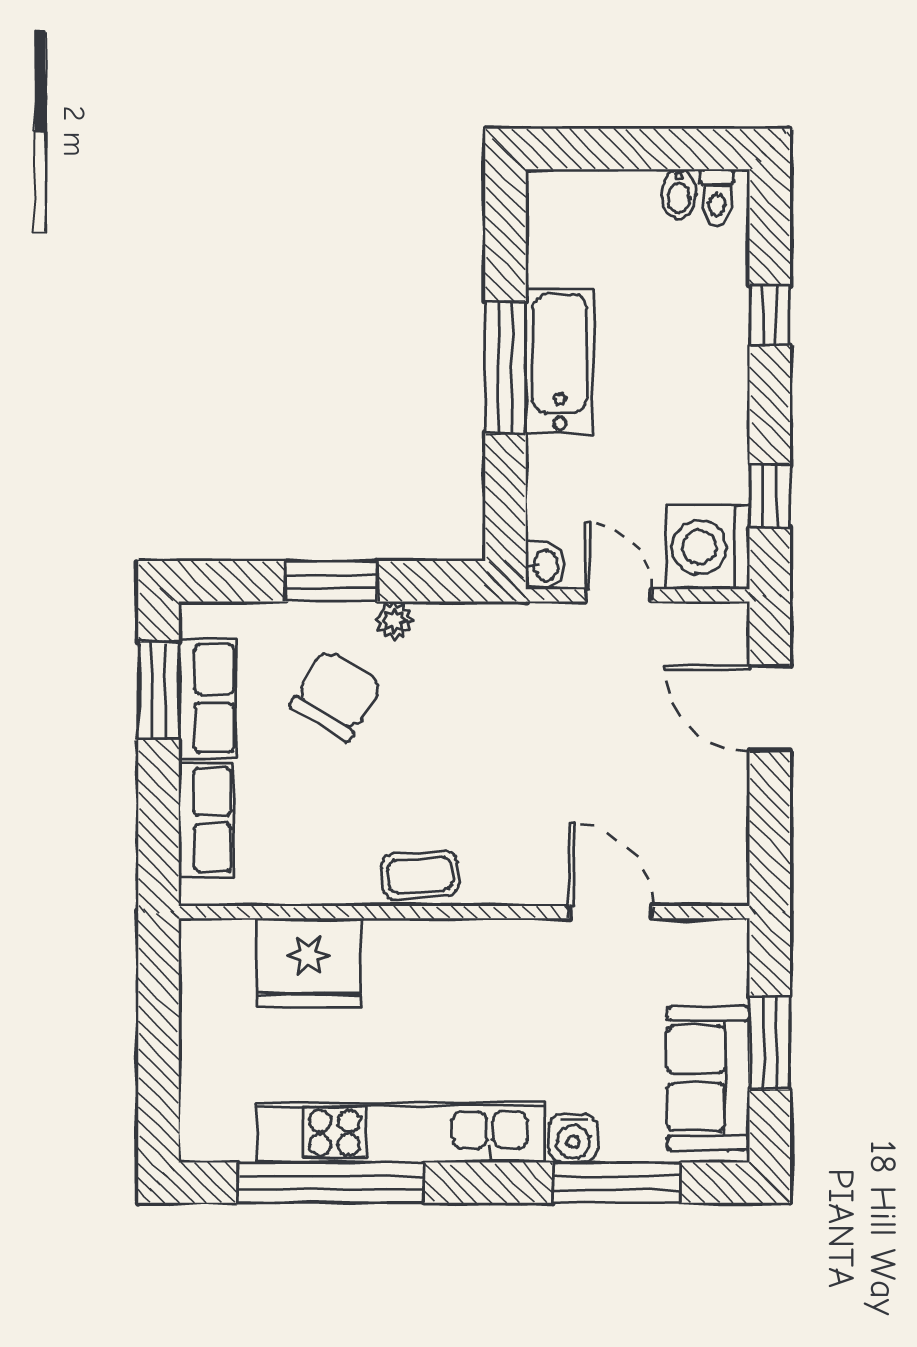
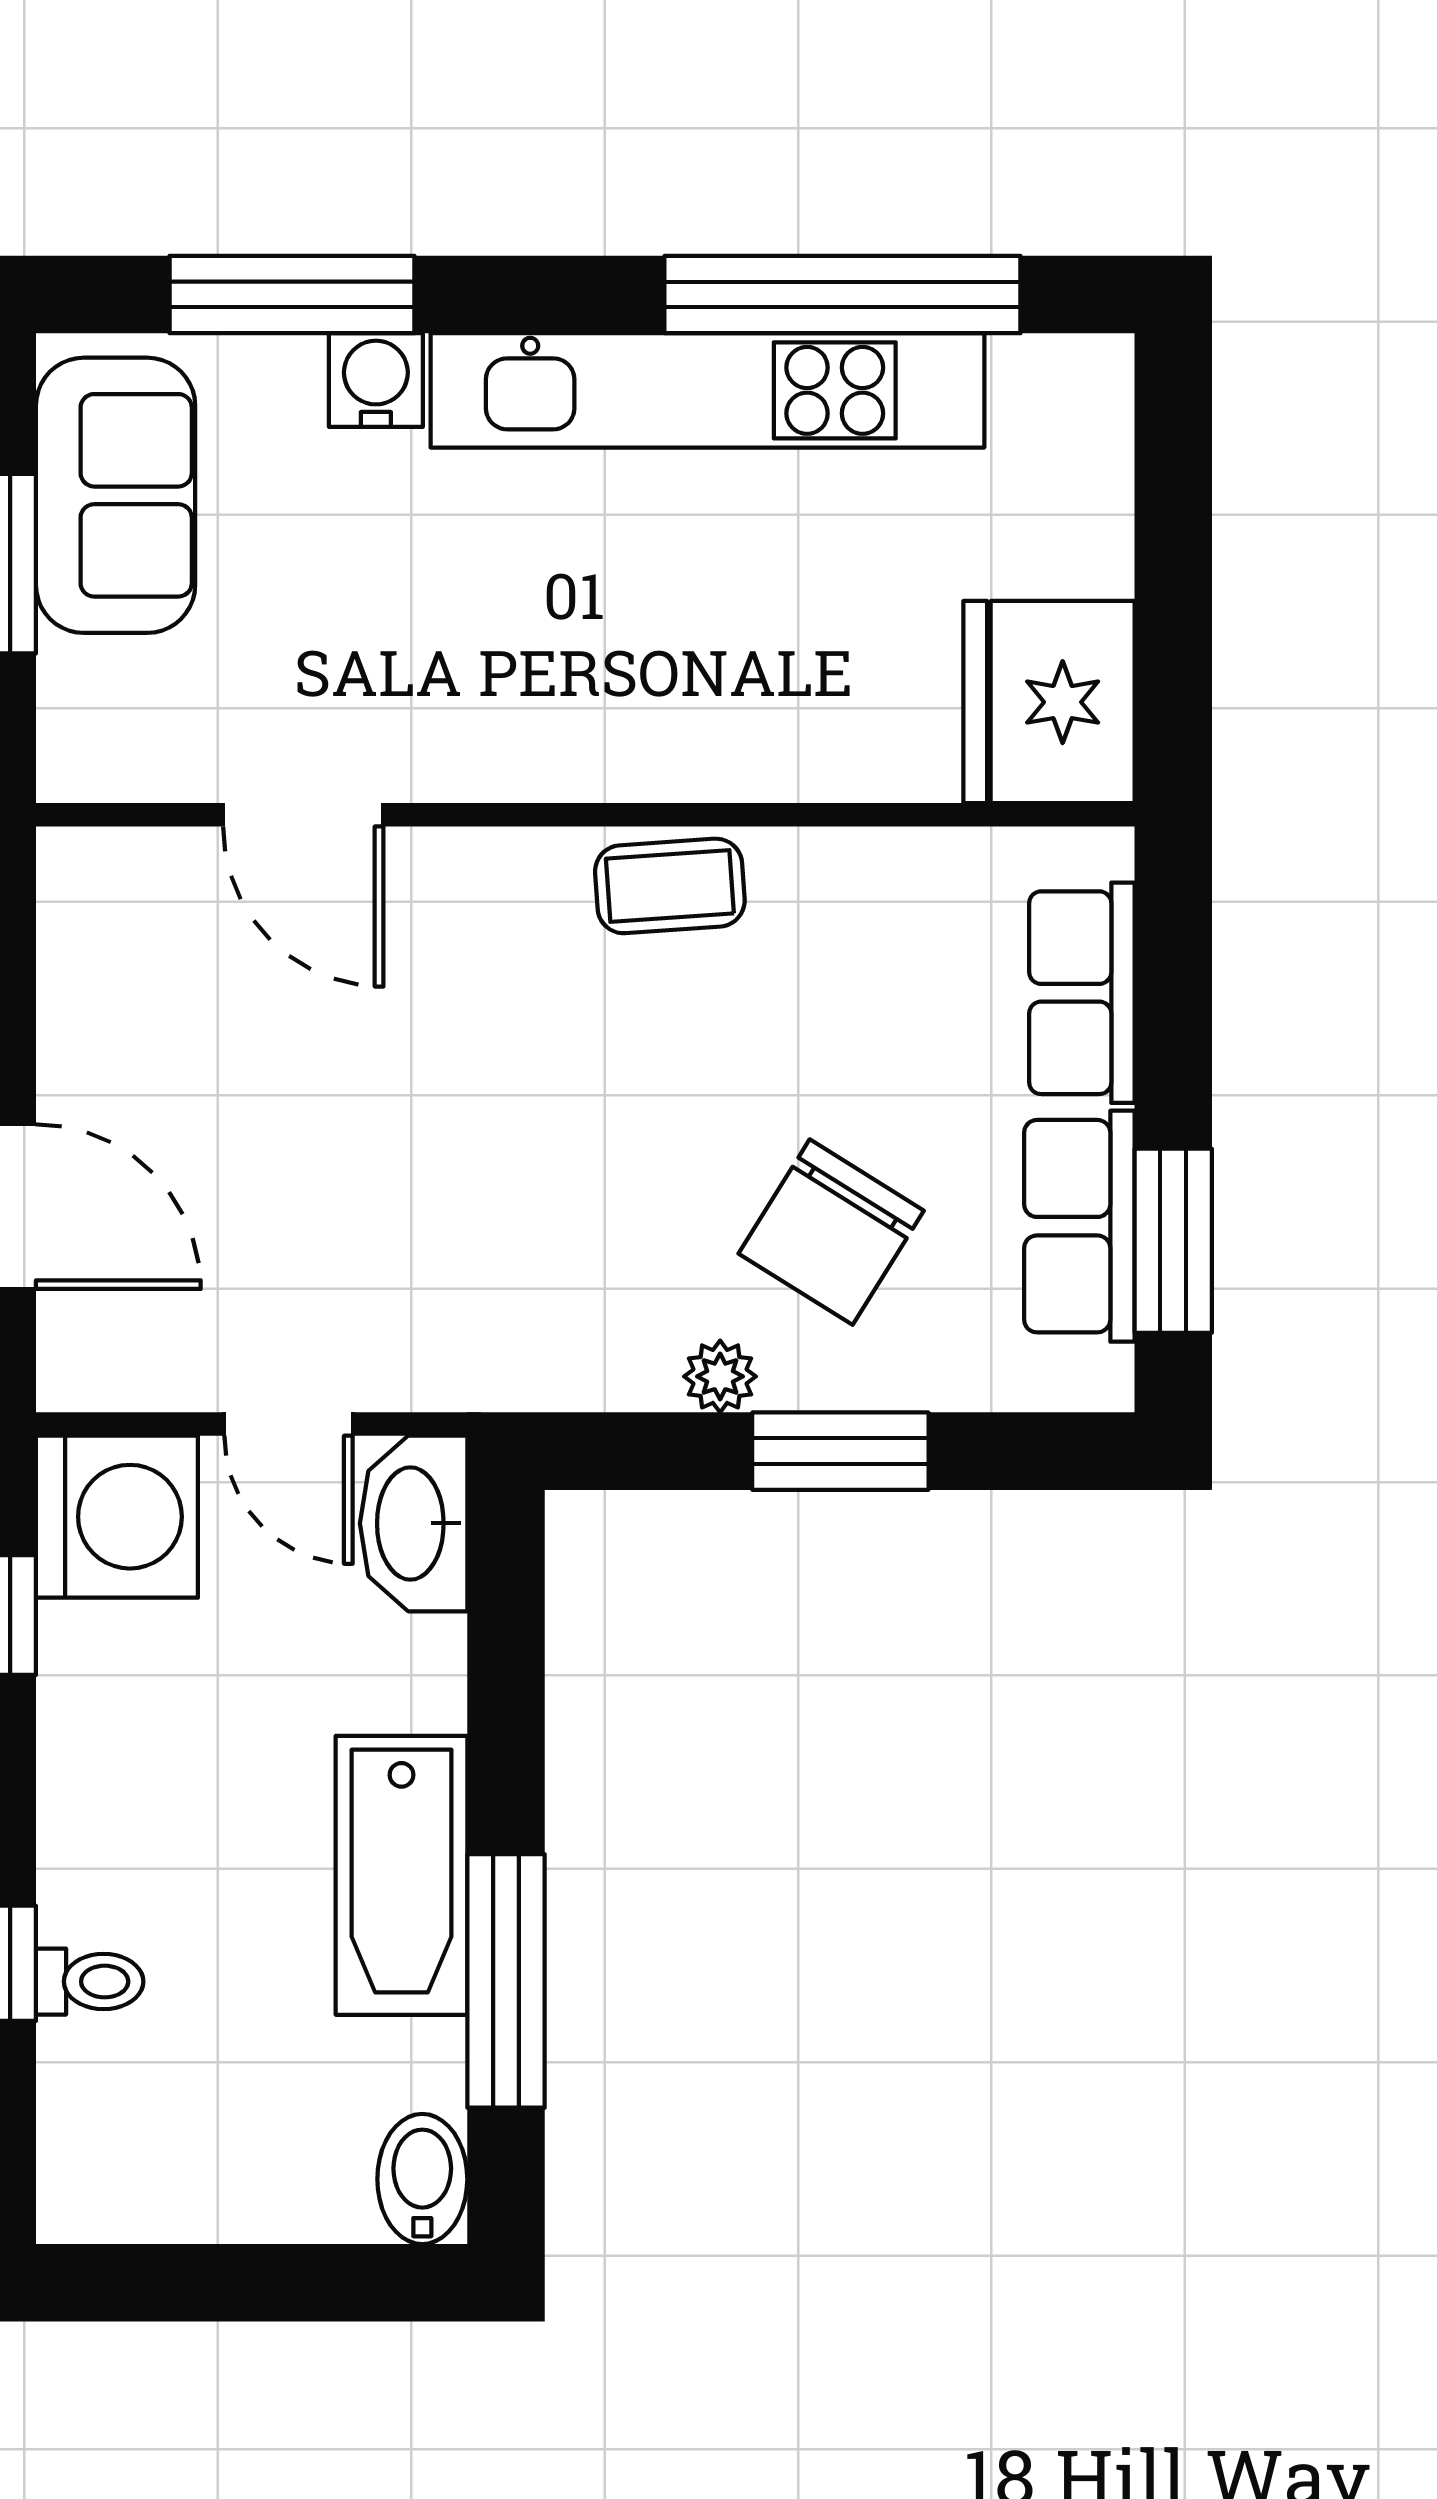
bidet: (679, 194) -> (422, 2179), moved, width x1.38, depth x1.36
toilet: (717, 197) -> (90, 1982), moved, turned 90
window: (505, 368) -> (506, 1981), moved
washbasin: (545, 566) -> (414, 1523), width x1.91, depth x1.45
fridge: (309, 963) -> (1049, 702), moved, turned -90

